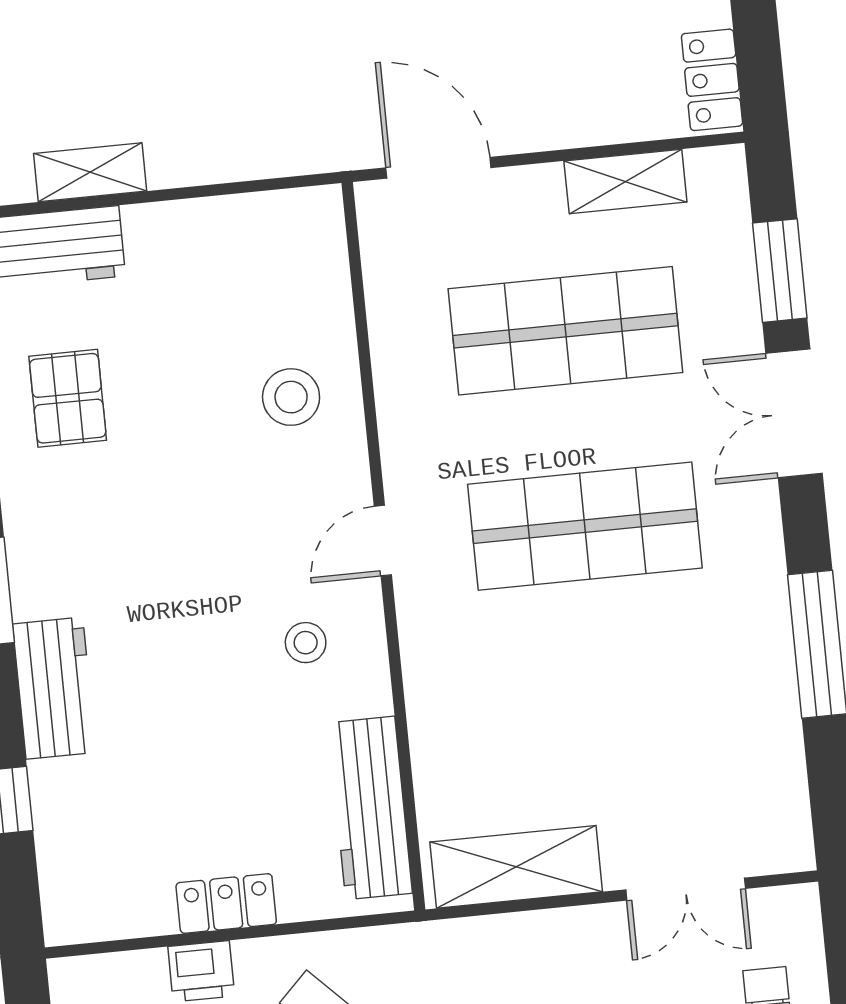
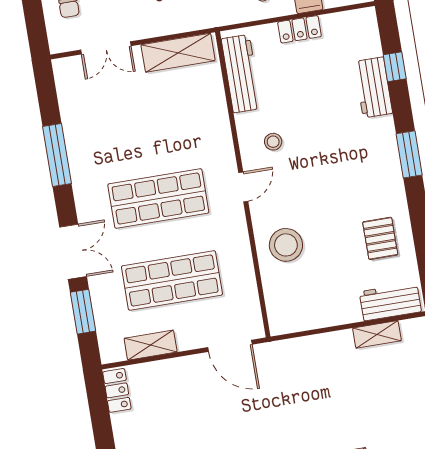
stool: (291, 397) -> (286, 245), width x1.38, depth x1.38
workbench: (54, 688) -> (373, 87), moved
double door: (686, 889) -> (106, 48), swing flipped

